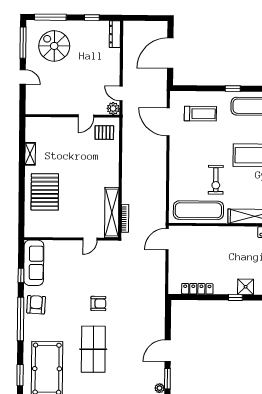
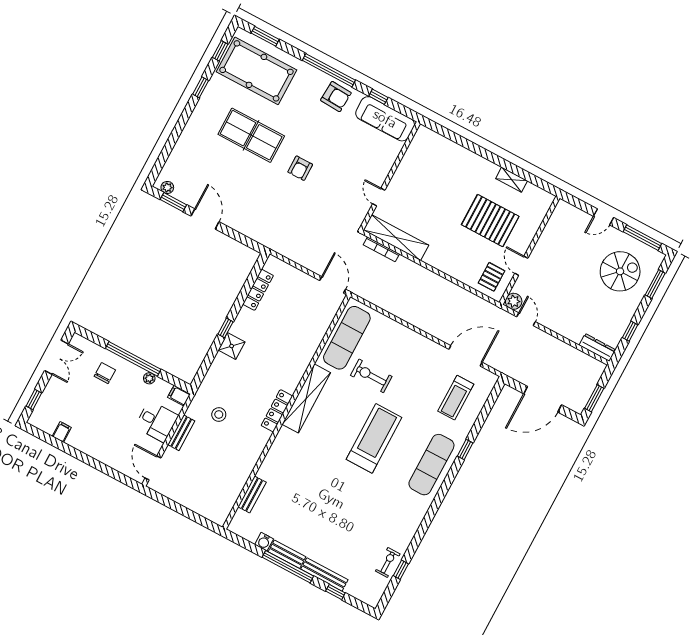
window: (50, 17) -> (655, 284), width x0.69
window: (151, 18) -> (594, 398), added
door: (170, 53) -> (543, 399), swing flipped
door: (121, 93) -> (526, 319), hinge flipped
pallet: (45, 192) -> (490, 221), moved

